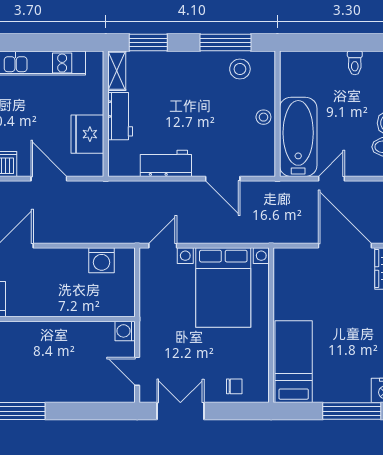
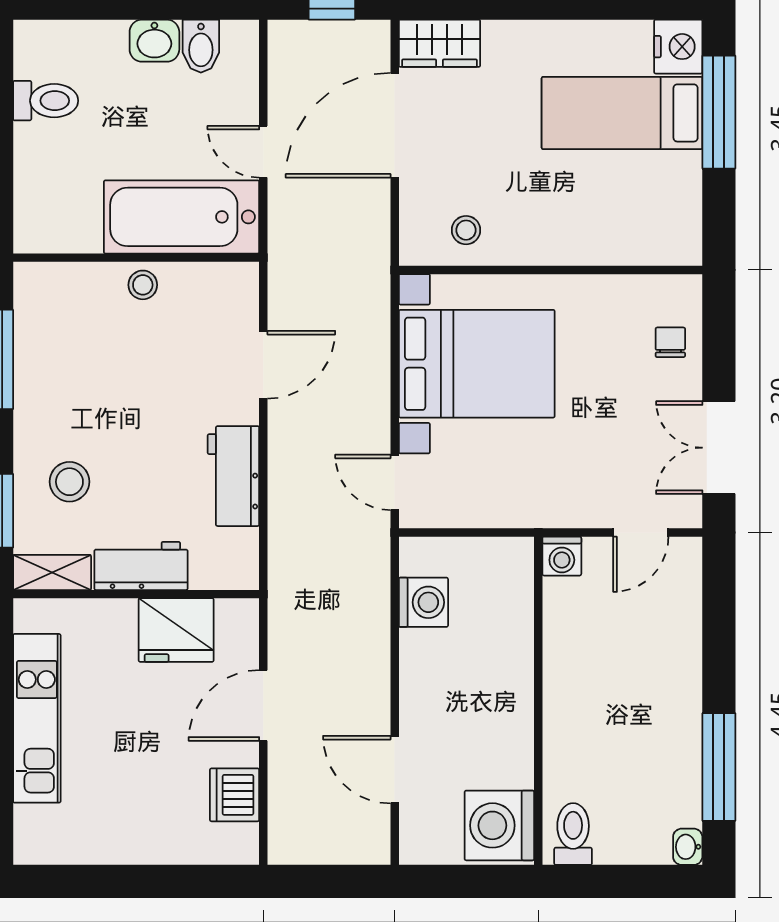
toilet: (355, 63) -> (46, 101), width x1.37, depth x1.39
stool: (240, 69) -> (69, 482), moved
stool: (291, 282) -> (466, 230), added
bed: (294, 362) -> (622, 113), moved

